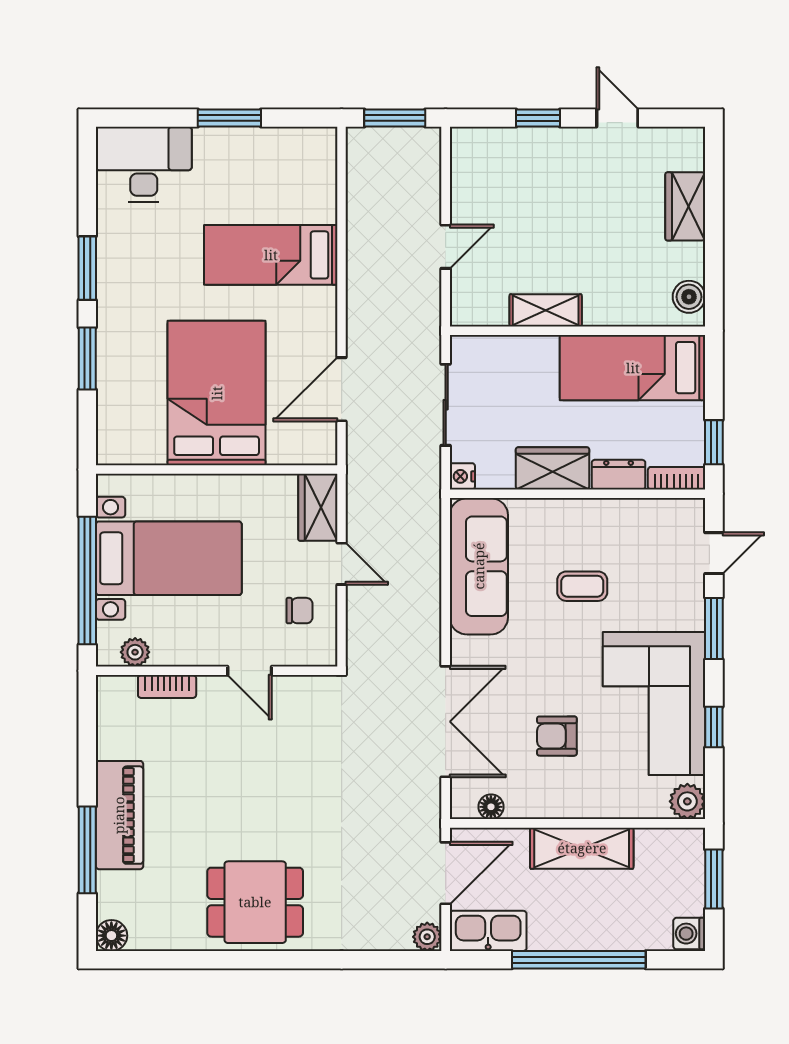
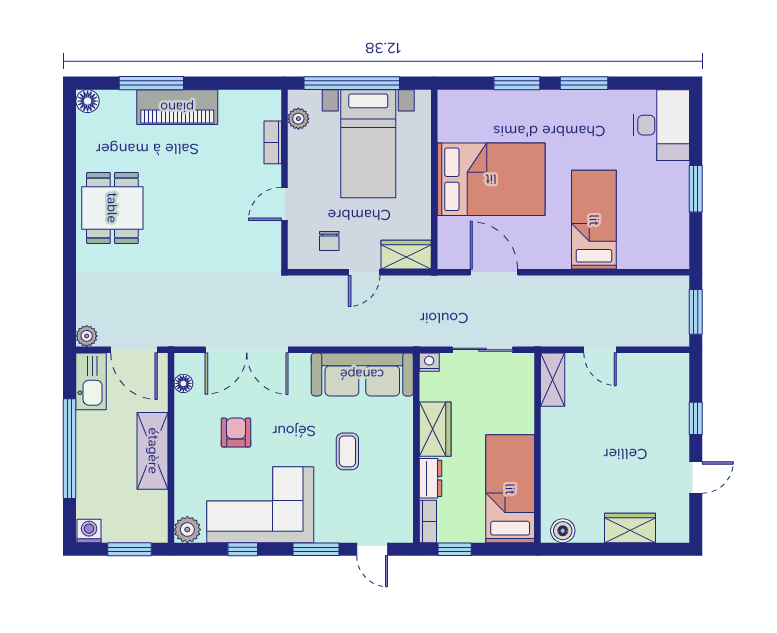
shelving: (546, 310) -> (553, 380), moved

